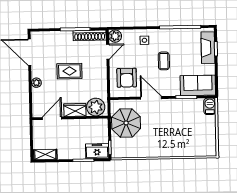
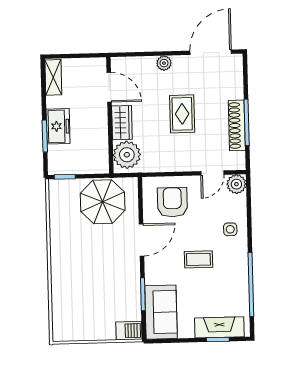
shoe rack: (90, 35) -> (237, 125), moved
door: (108, 52) -> (212, 173), hinge flipped
armchair: (127, 78) -> (172, 202), turned 90
freezer: (97, 151) -> (58, 126), moved

